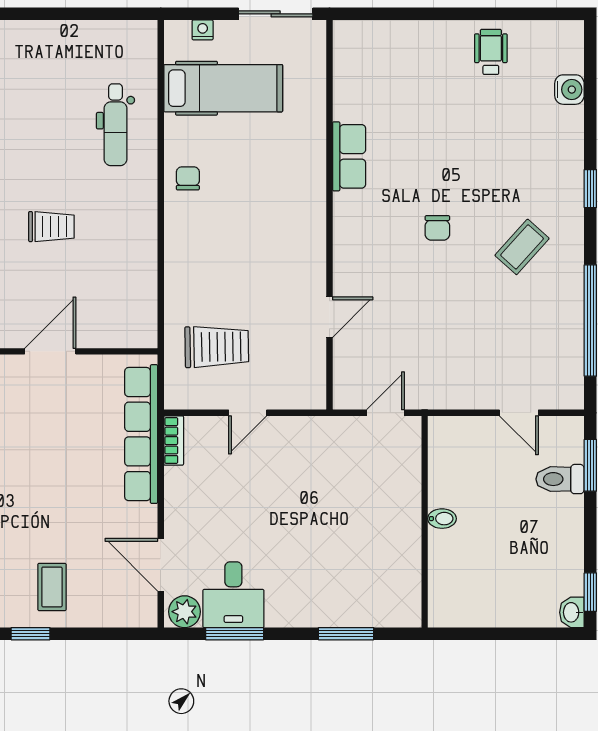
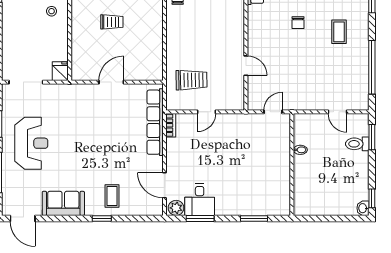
coffee table: (522, 247) -> (339, 32), turned -42
door: (329, 317) -> (246, 66), hinge flipped
bidet: (442, 519) -> (300, 150), moved

